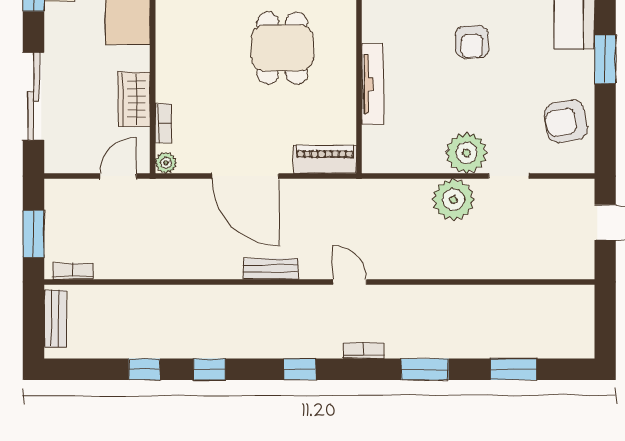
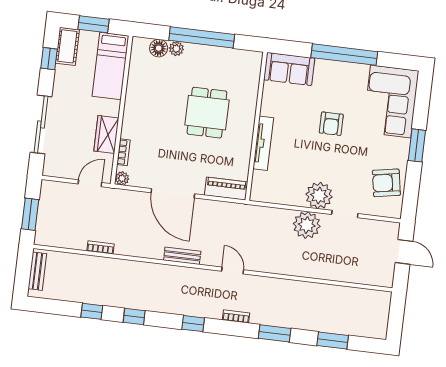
bookcase: (73, 271) -> (101, 248), moved

